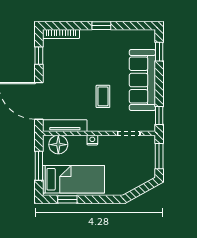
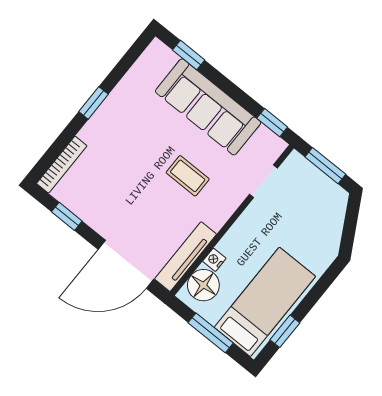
nightstand: (92, 140) -> (214, 260), moved

